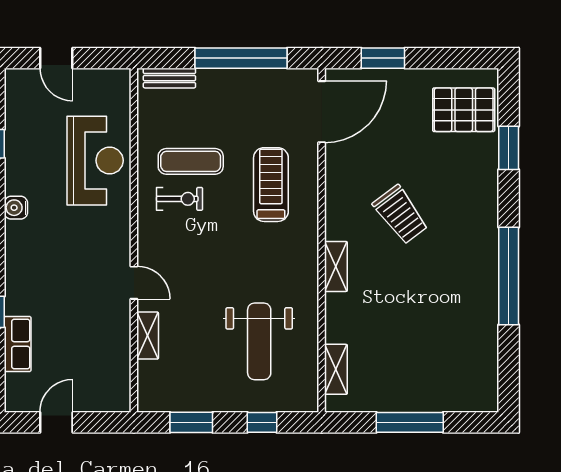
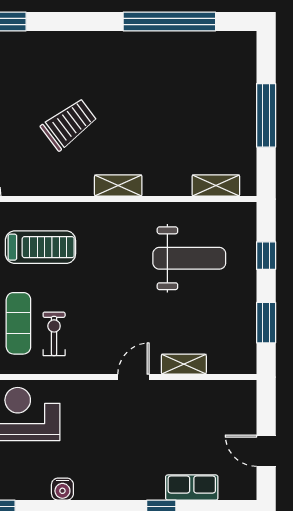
treadmill: (271, 185) -> (40, 247), turned 180
window: (509, 276) -> (169, 22), moved

